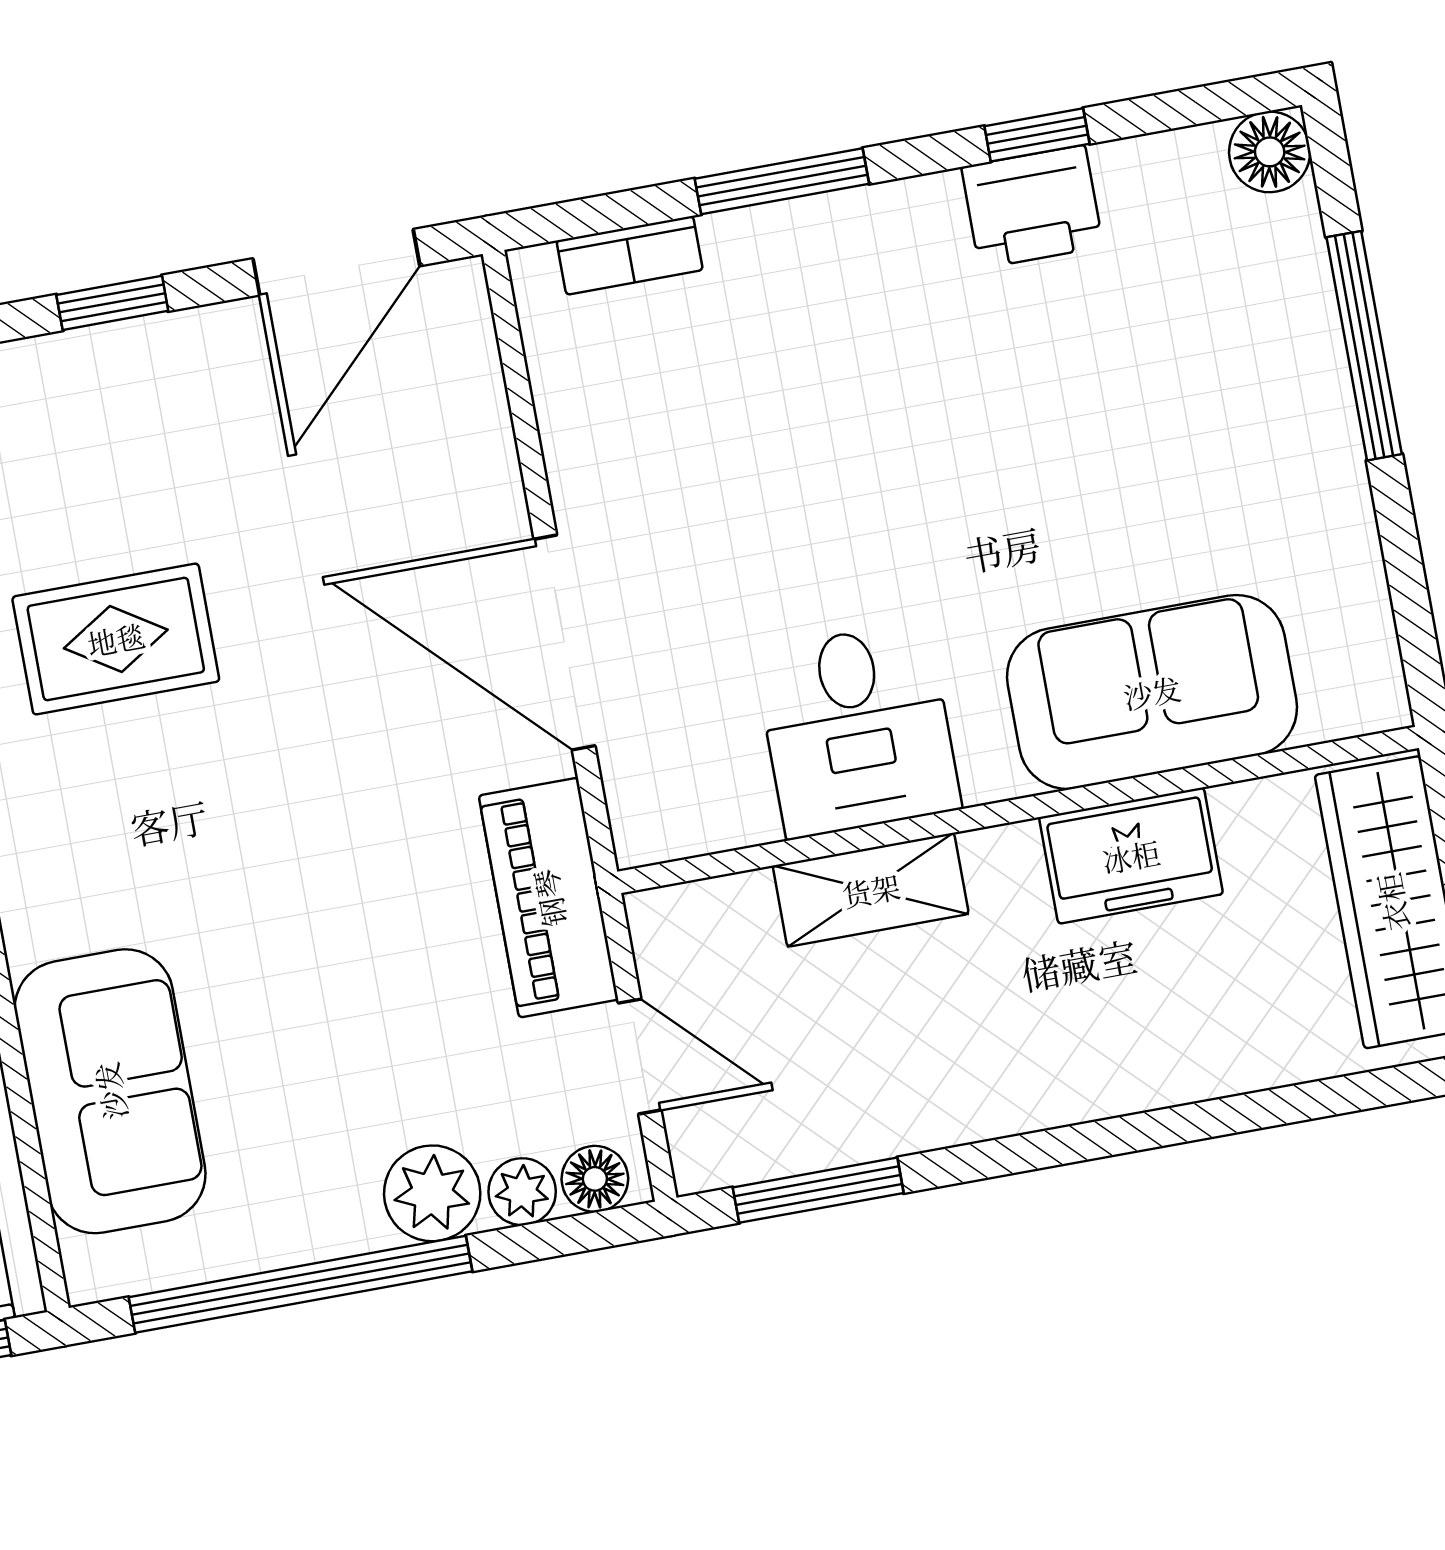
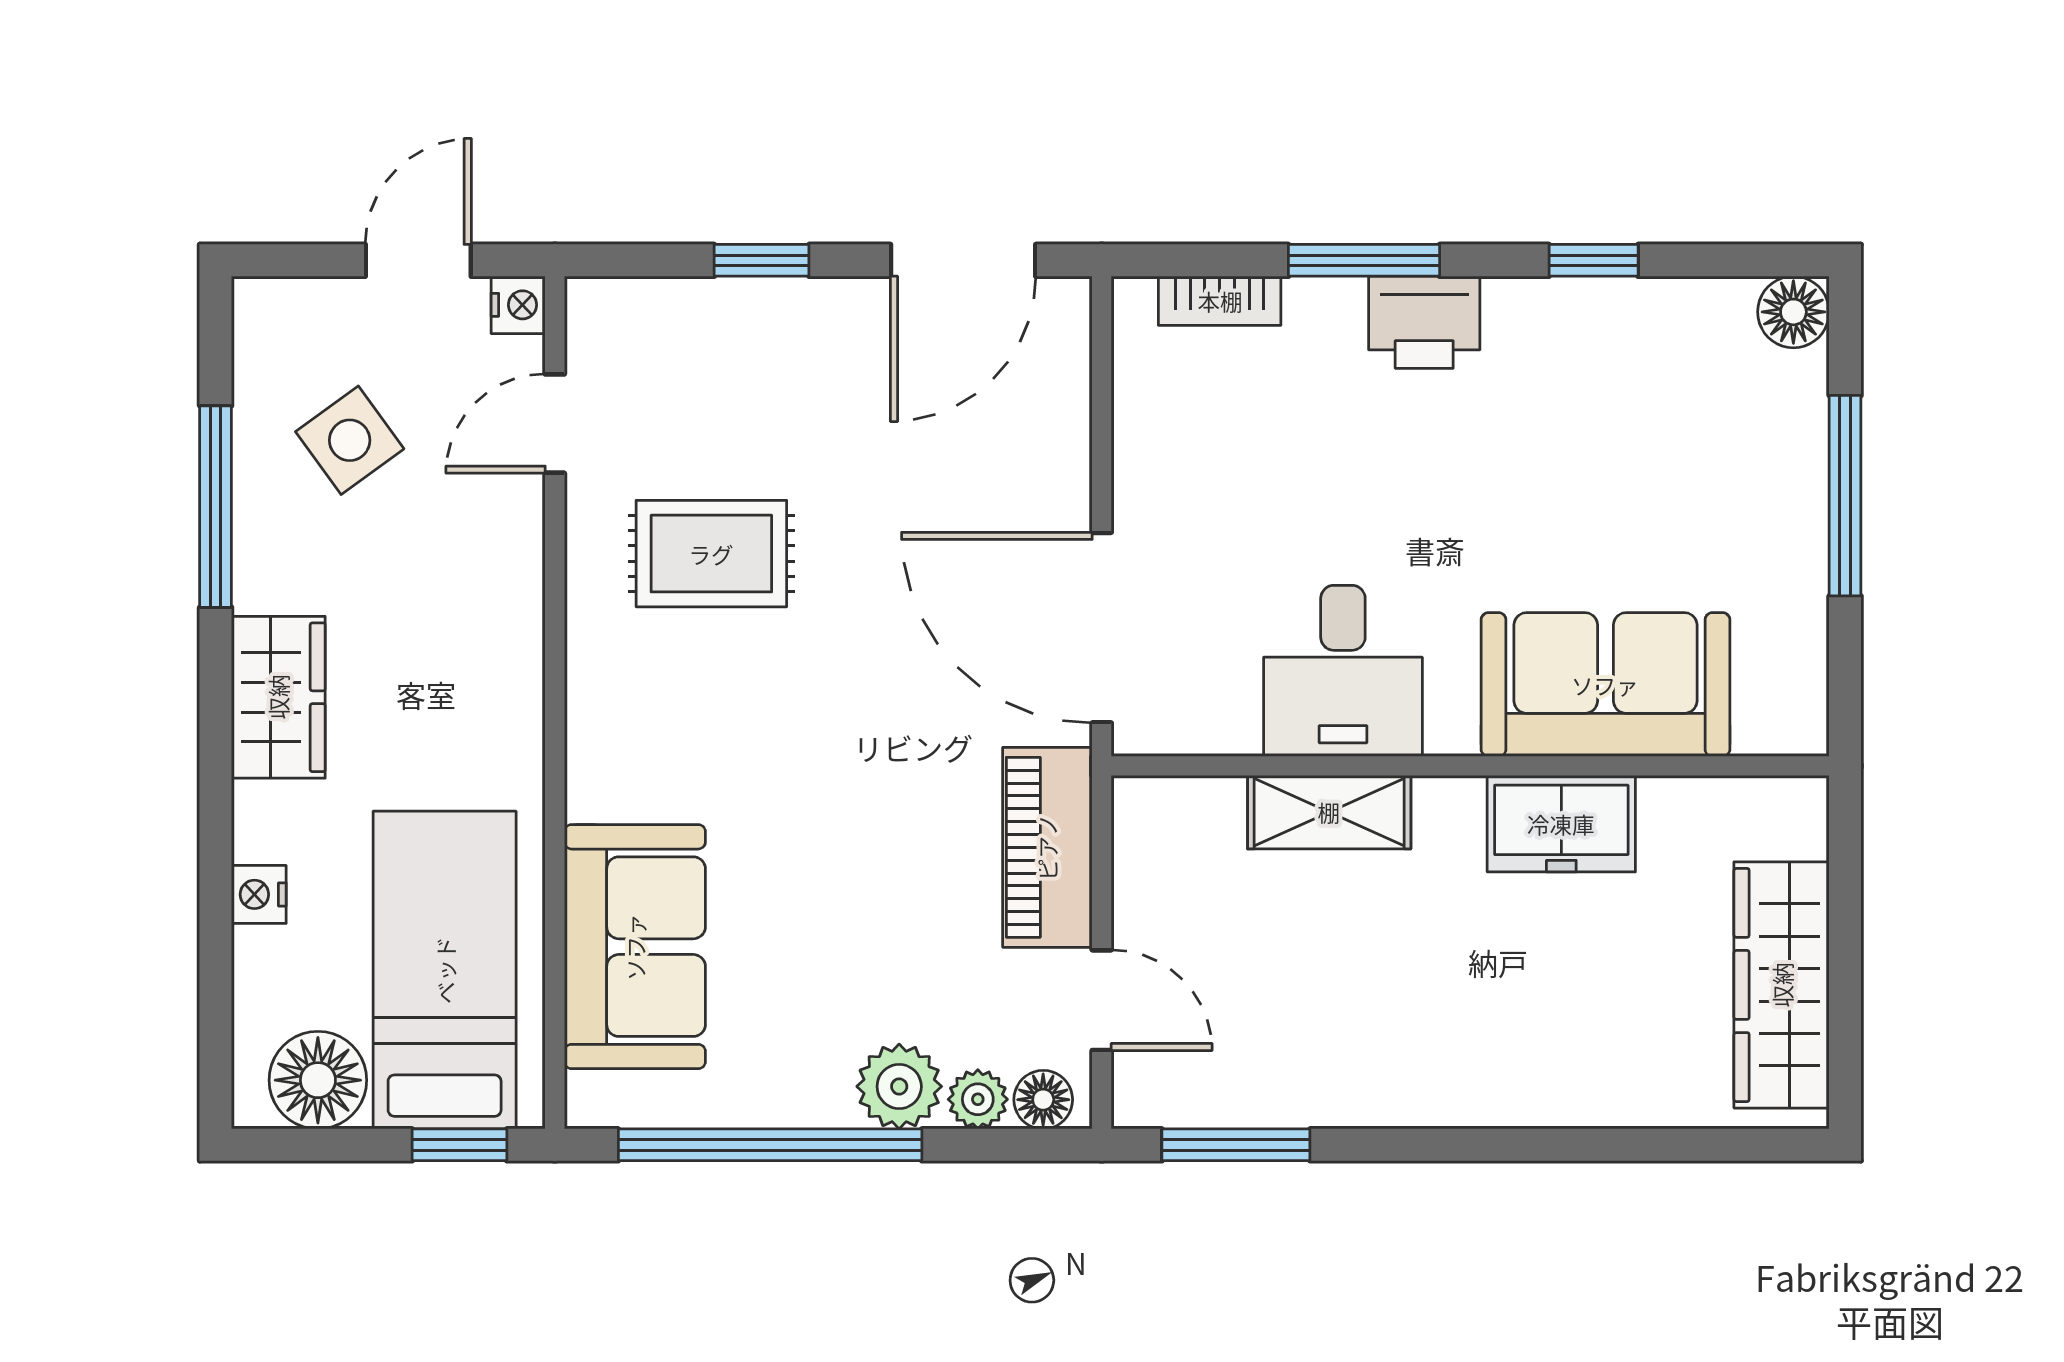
printer: (1032, 207) -> (1424, 322), moved
sofa: (1152, 692) -> (1605, 685), moved
desk: (857, 730) -> (1343, 671), moved
wall: (1018, 810) -> (1470, 766), moved
freezer: (1131, 856) -> (1561, 824), moved
shelving: (871, 890) -> (1329, 812), moved

